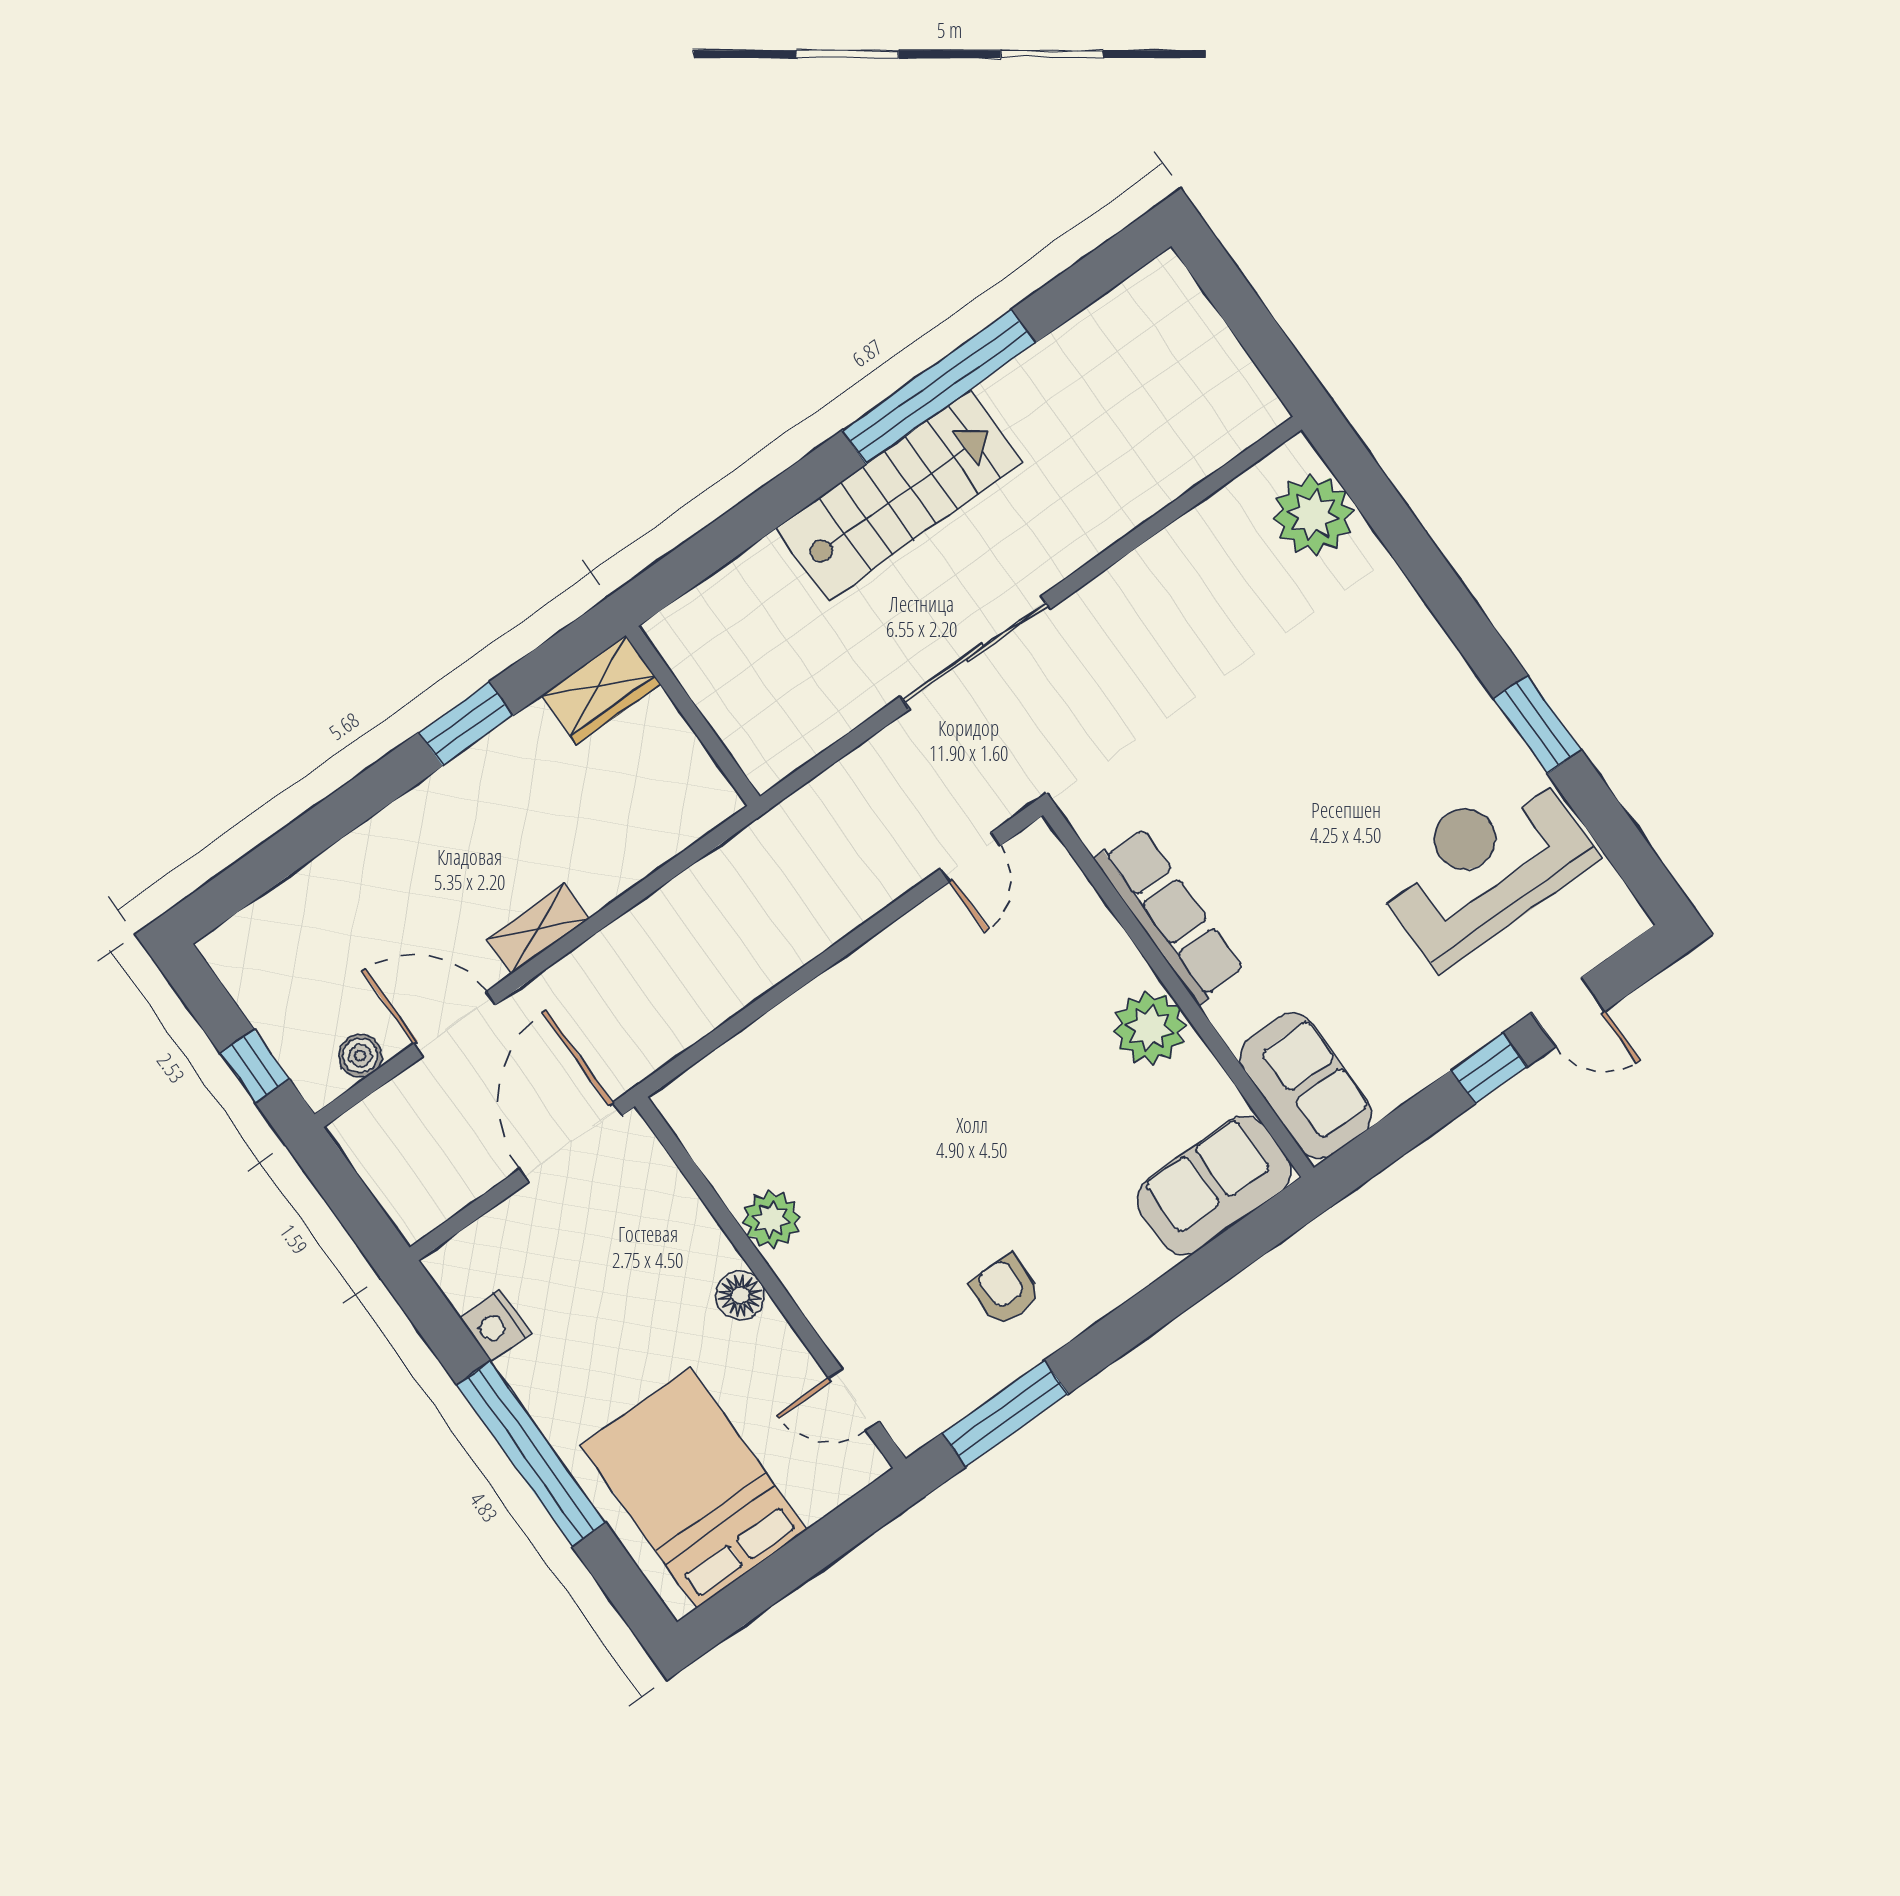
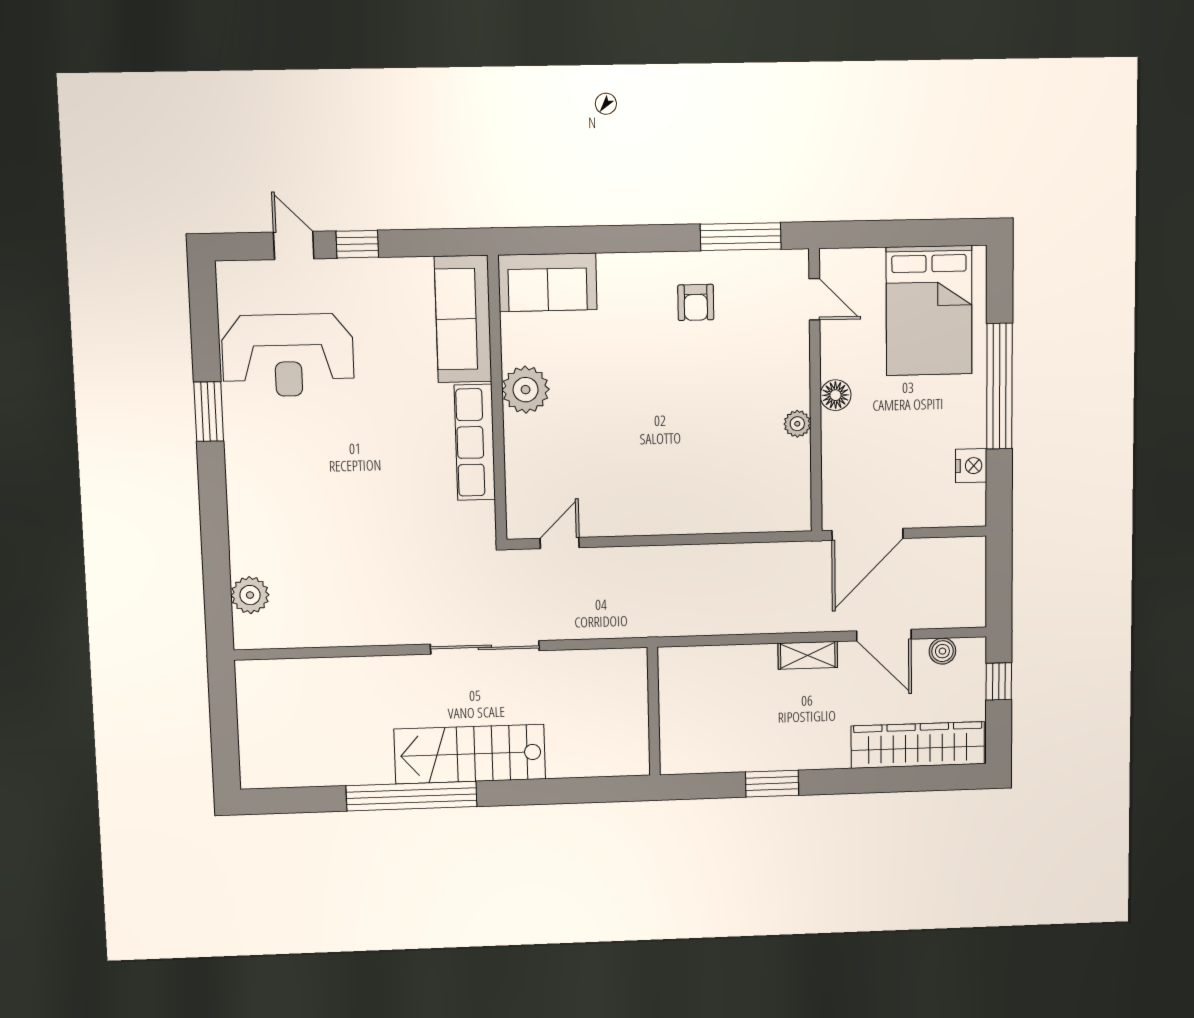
plant: (1313, 515) -> (250, 595), width x0.73, depth x0.73
wardrobe: (601, 690) -> (918, 745), moved, width x2.10, depth x1.17
sofa: (1306, 1086) -> (463, 319), width x1.36
plant: (771, 1220) -> (797, 424), width x0.73, depth x0.73

